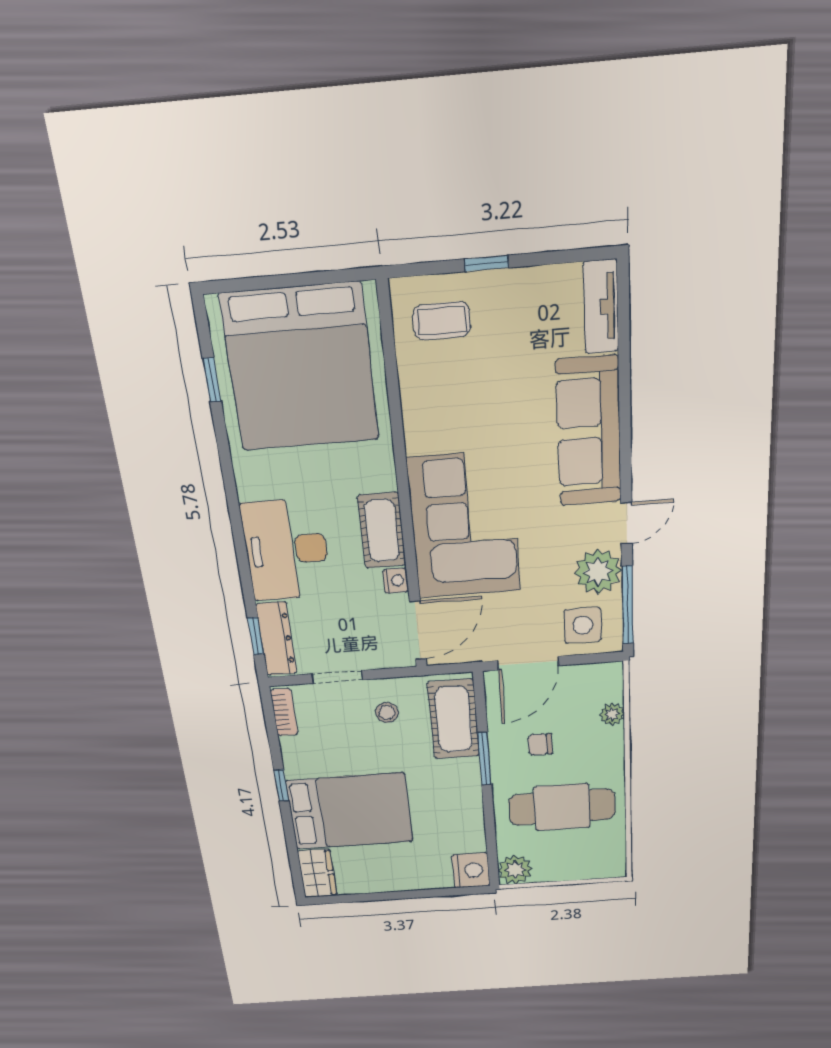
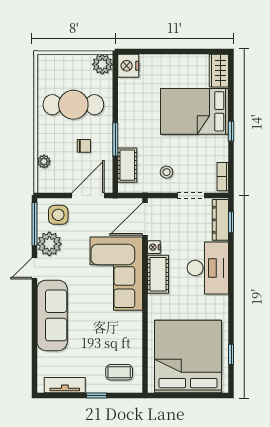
tv unit: (601, 307) -> (65, 385), moved, turned -90
cot: (454, 719) -> (127, 165), width x0.73, depth x0.75

